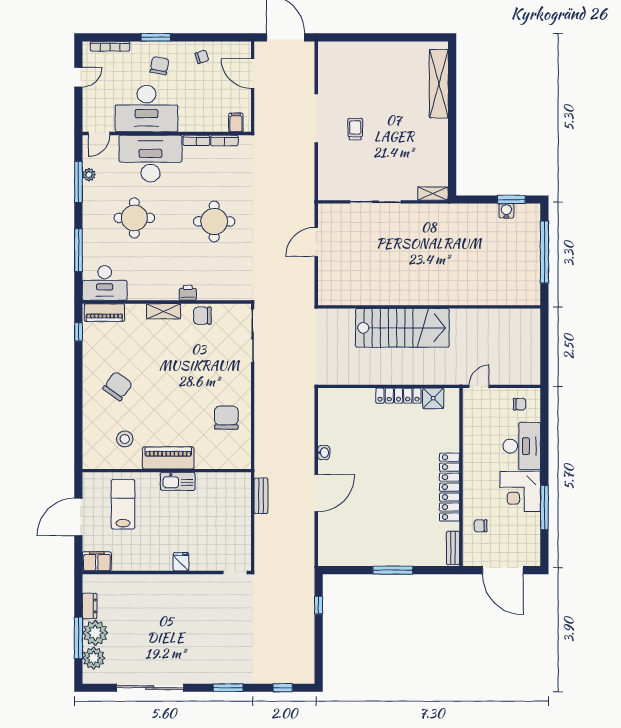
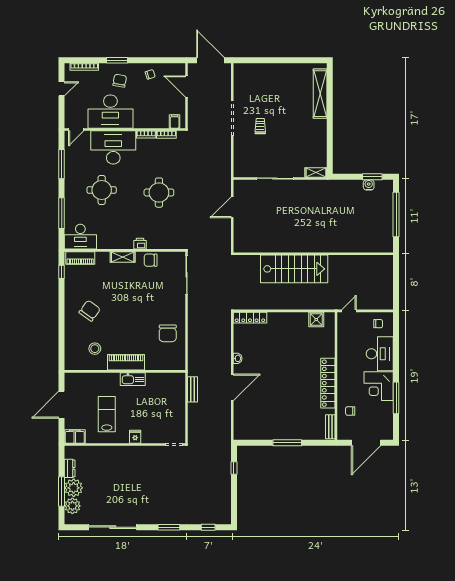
plant: (89, 175) -> (69, 159), removed
locker: (399, 396) -> (250, 318), moved
chair: (226, 418) -> (168, 333), turned 180
lab bench: (123, 504) -> (107, 414), moved
door: (503, 570) -> (366, 443), hinge flipped

